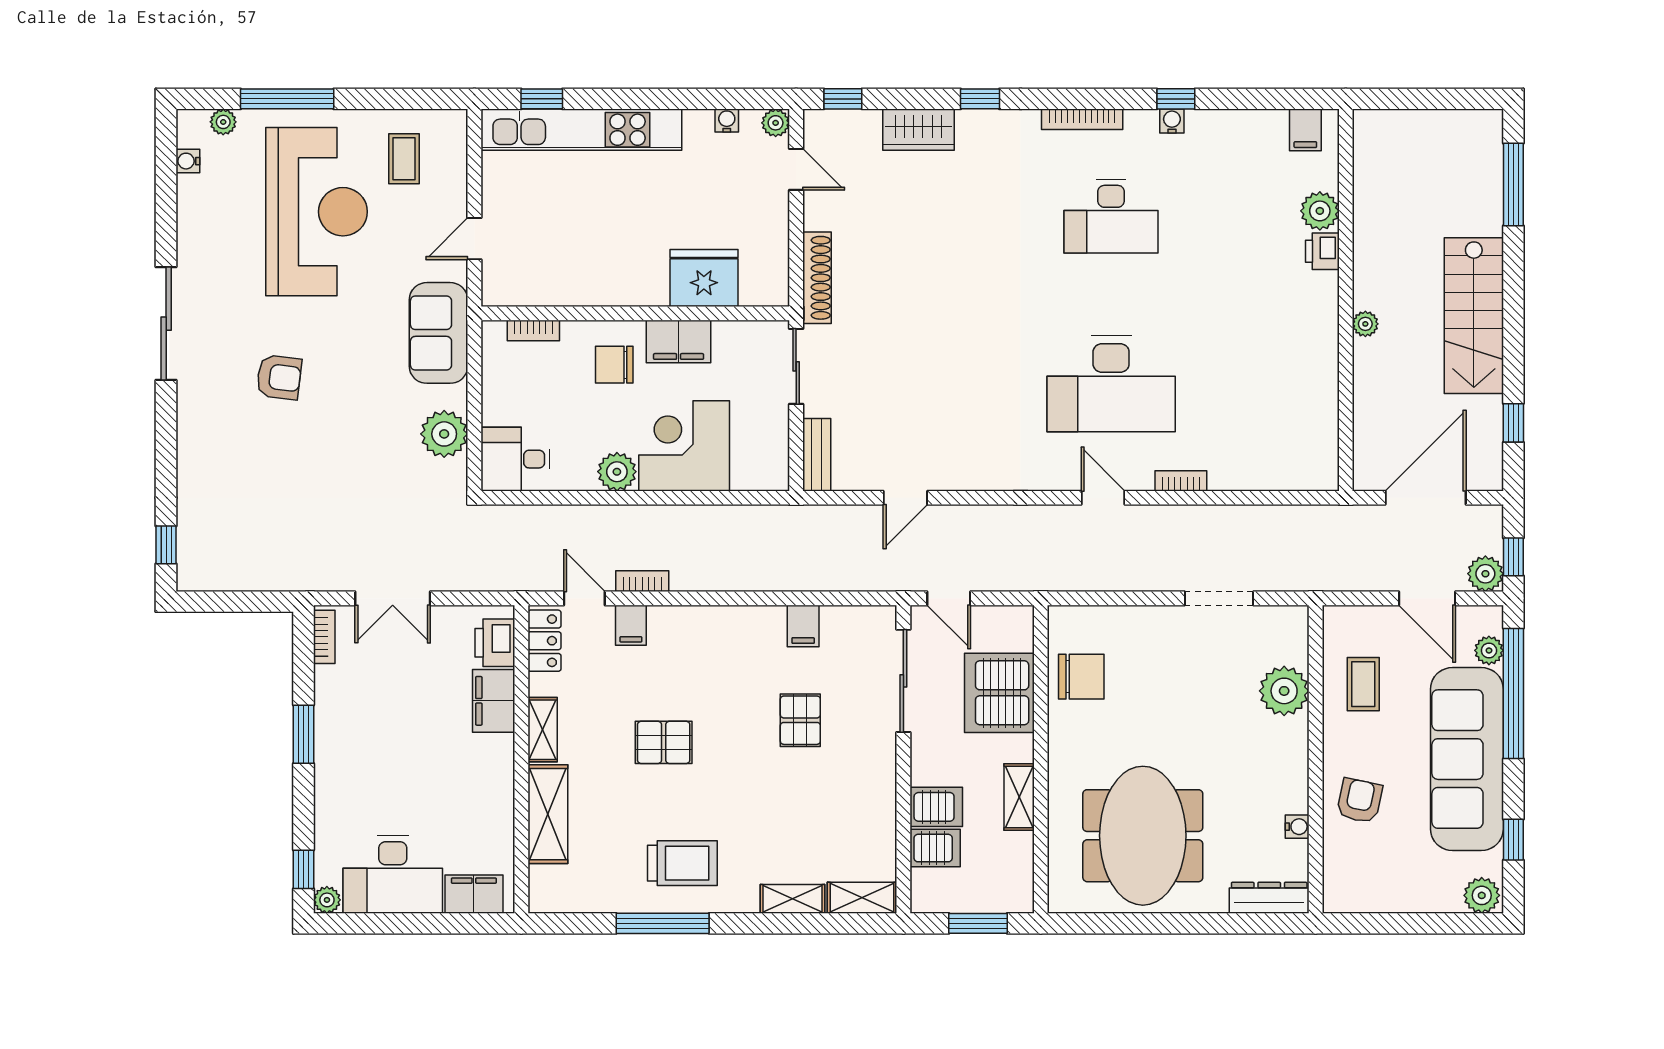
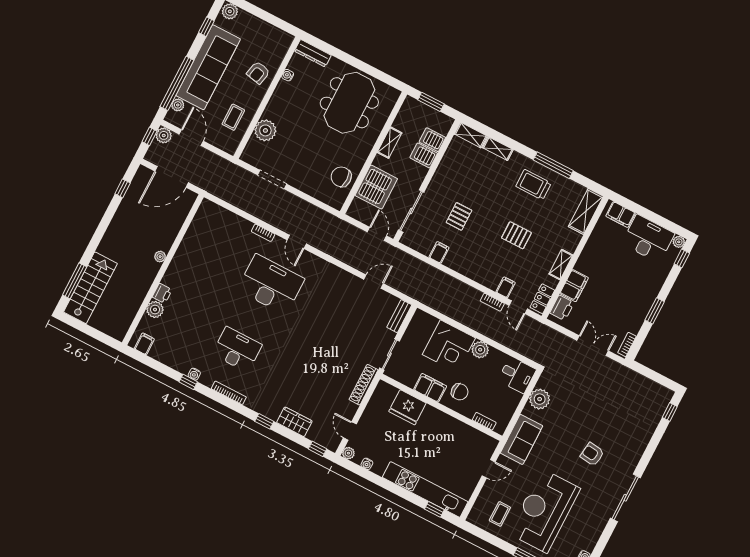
stairs: (1474, 316) -> (90, 288), moved
shelving: (548, 814) -> (586, 211), moved

